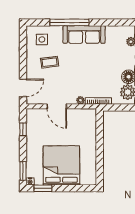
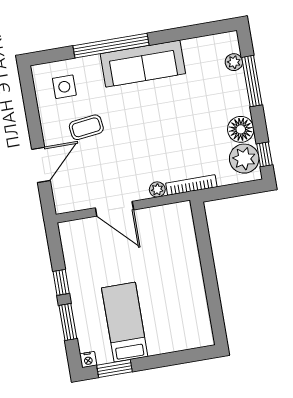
door: (23, 88) -> (41, 165), moved
window: (23, 129) -> (61, 282), moved
bed: (61, 165) -> (125, 322), width x0.49
window: (23, 171) -> (68, 322), moved

